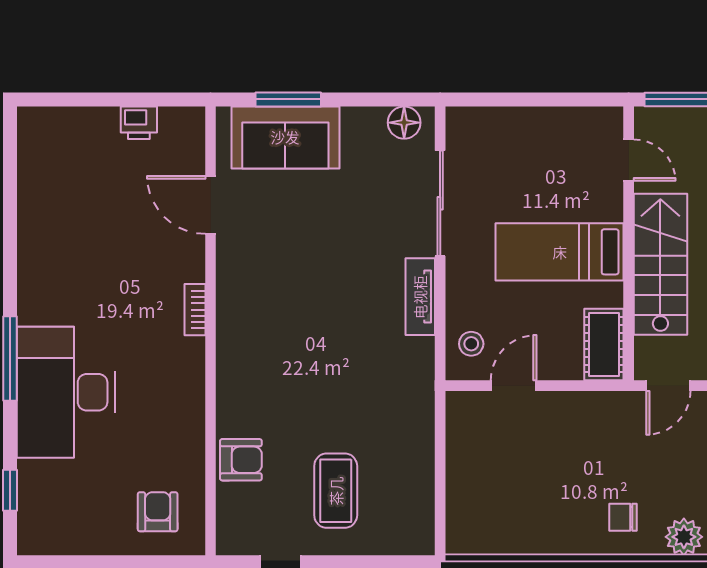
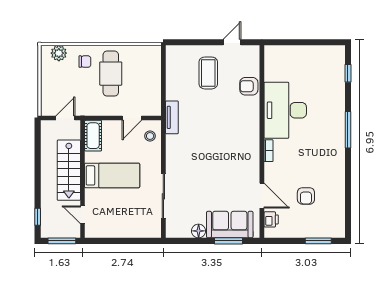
window: (79, 99) -> (318, 241), added
printer: (139, 123) -> (271, 219), moved, turned 90
floor lamp: (404, 123) -> (199, 231), moved
tv unit: (420, 297) -> (172, 117), moved
desk: (66, 392) -> (285, 110), moved, turned 180
cafe table: (563, 489) -> (111, 74), added
armchair: (158, 512) -> (306, 196), moved

